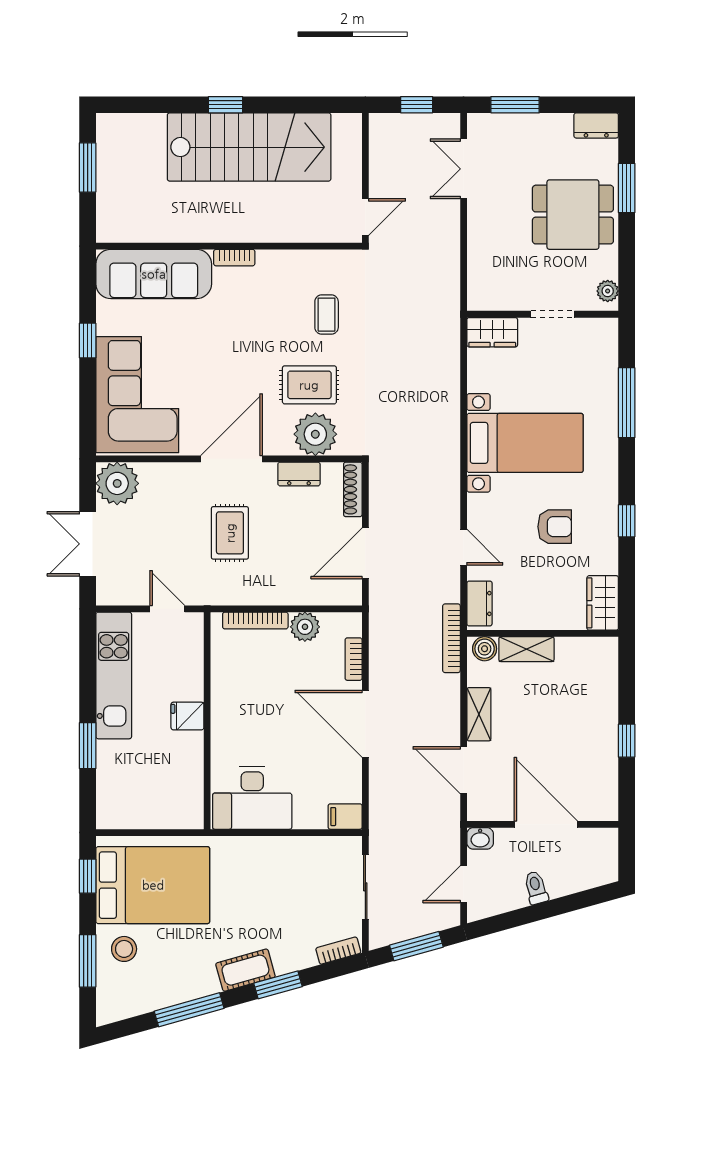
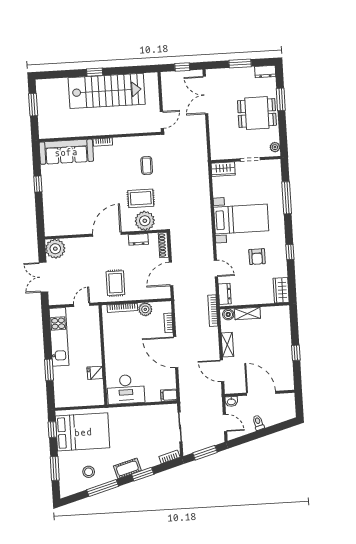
window: (515, 105) -> (240, 64), moved
double door: (464, 169) -> (206, 95), width x1.37
corner sofa: (137, 395) -> (62, 207), removed
armchair: (555, 527) -> (257, 257), turned 90
rug: (230, 533) -> (115, 283), moved
door: (167, 609) -> (82, 305), hinge flipped
fridge: (187, 716) -> (95, 373), moved
door: (464, 884) -> (225, 423), swing flipped
stool: (124, 949) -> (89, 472), moved

